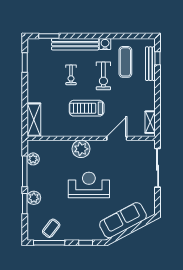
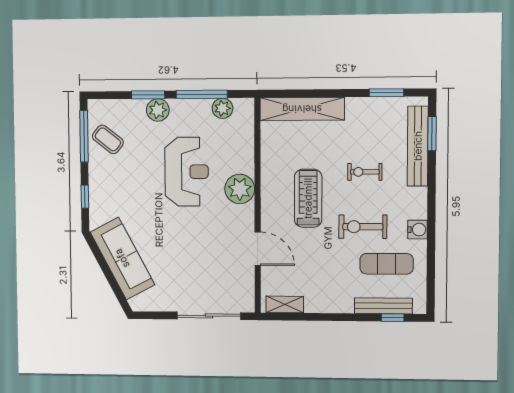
bench: (75, 44) -> (418, 146), moved
shelving: (34, 120) -> (302, 109), width x1.47
reception desk: (89, 185) -> (187, 172), moved

